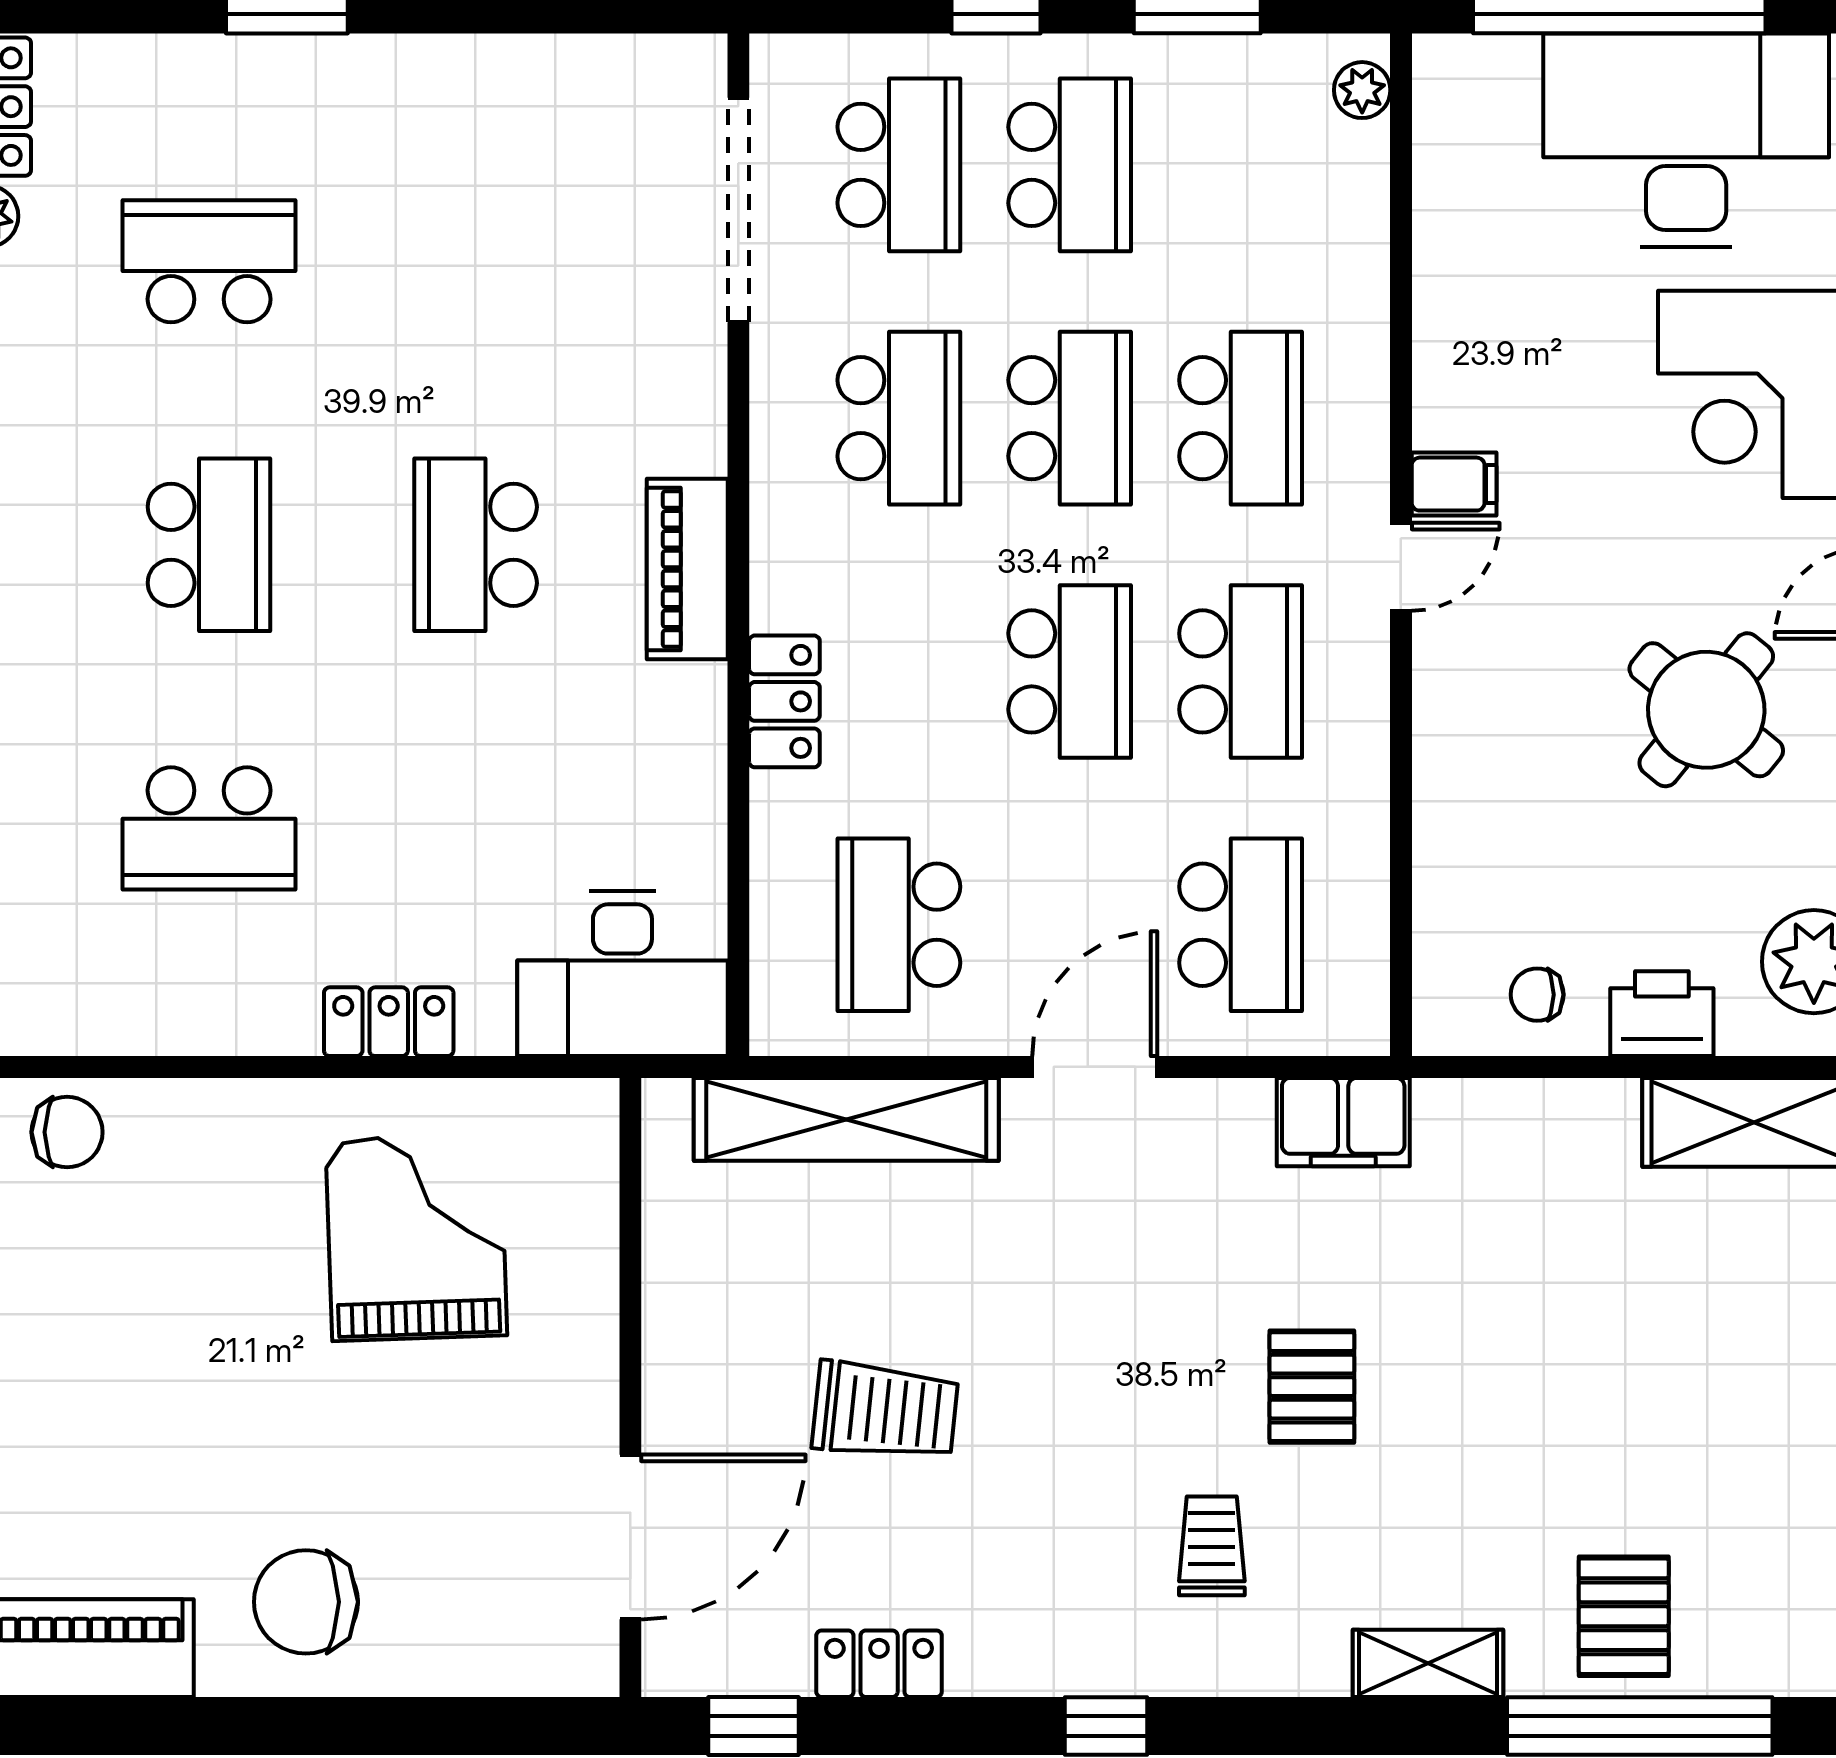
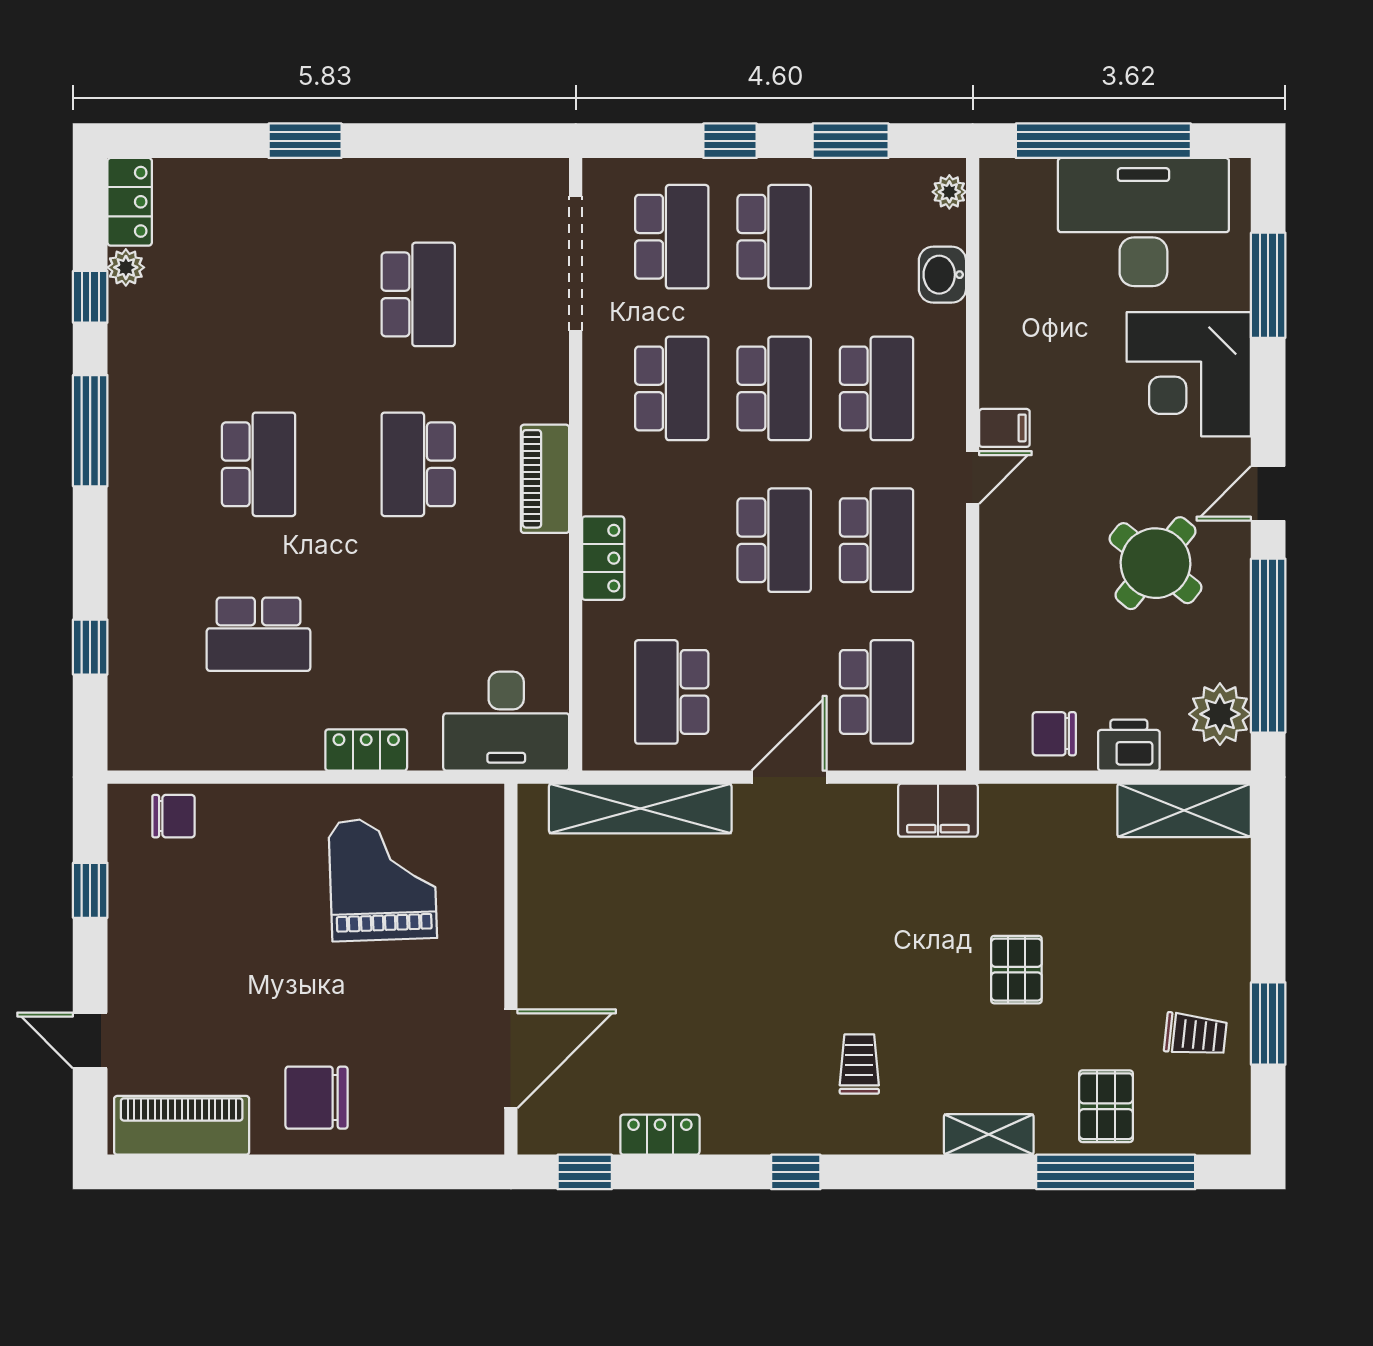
washbasin: (1351, 228) -> (942, 275), added
school desk: (209, 261) -> (418, 294), moved, turned 90
chair: (1537, 995) -> (1054, 734), width x1.37, depth x1.37
pallet: (1312, 1387) -> (1016, 970), moved
trolley: (885, 1411) -> (1195, 1035), moved, width x0.73, depth x0.72

